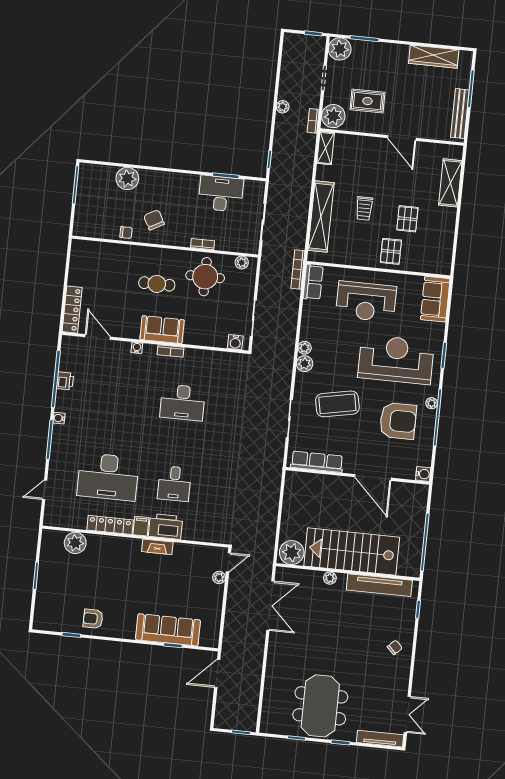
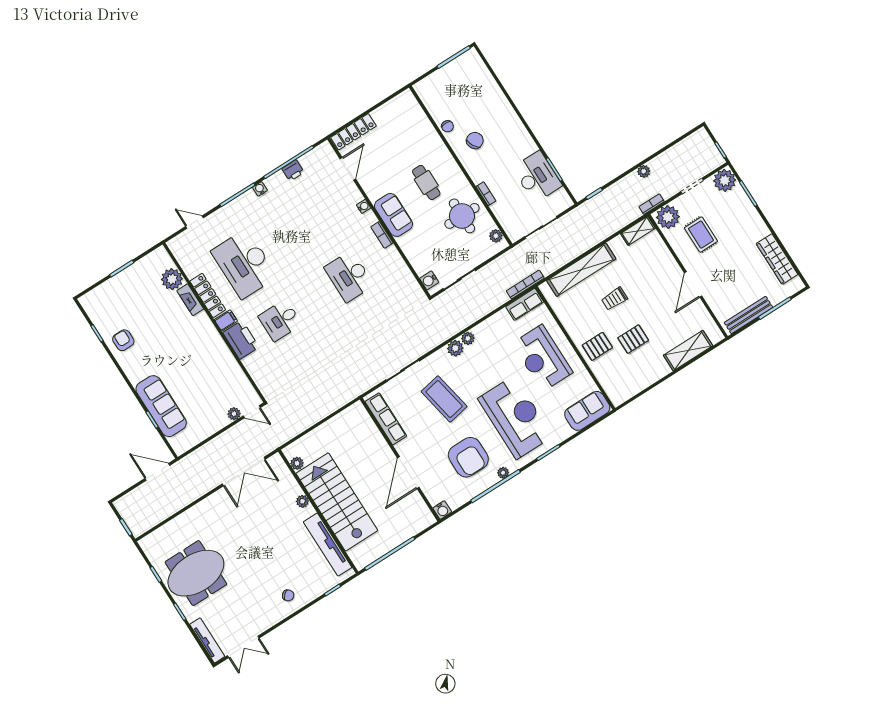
plant: (127, 179) -> (491, 94), removed
fireplace: (157, 547) -> (190, 300), moved
plant: (292, 553) -> (297, 463), width x0.53, depth x0.53

